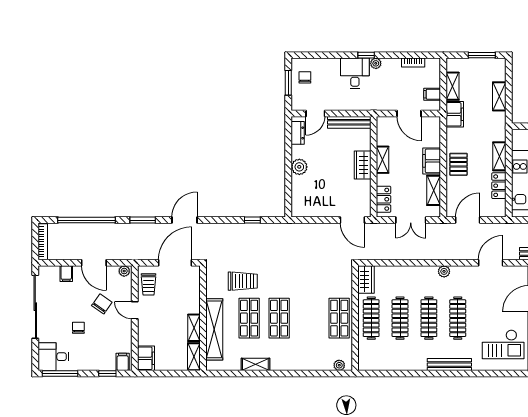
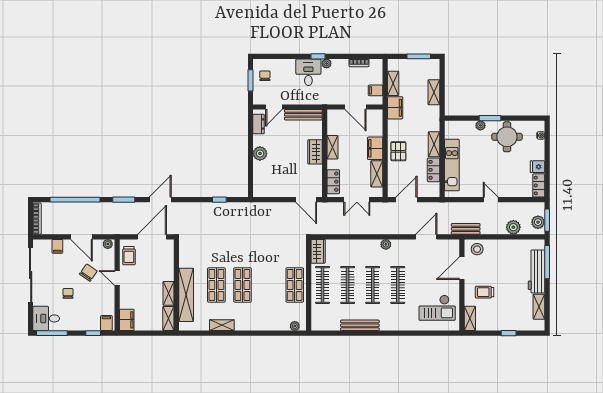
trolley: (243, 281) -> (211, 253), removed
bench: (449, 365) -> (360, 325), moved

